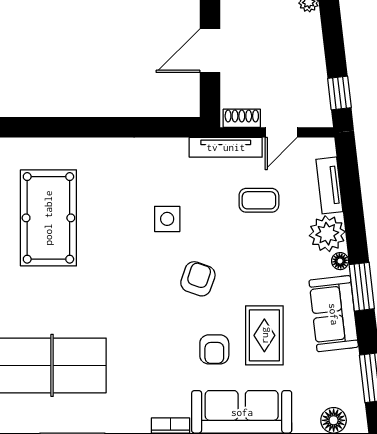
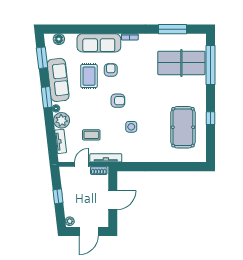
window: (339, 93) -> (58, 196), moved
armchair: (198, 279) -> (118, 101), turned -109
sofa: (334, 314) -> (58, 80), width x1.36

